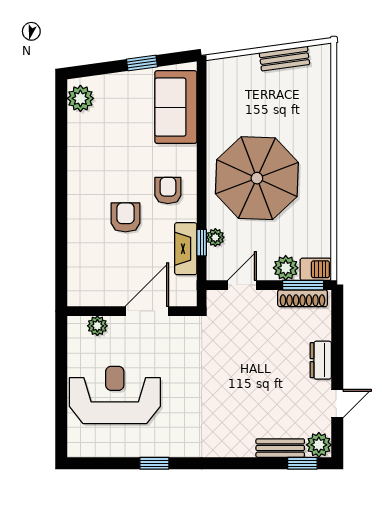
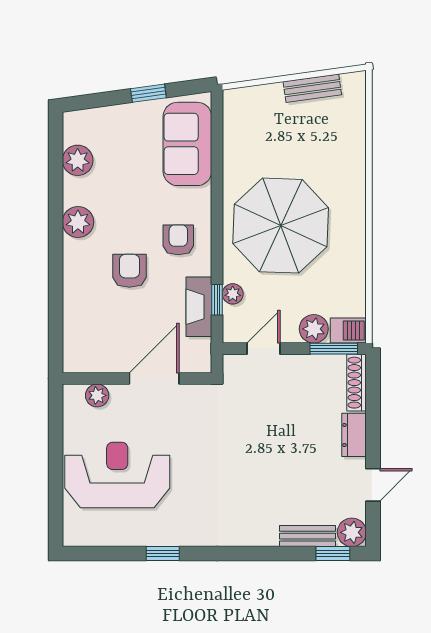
plant: (80, 98) -> (78, 160), moved
plant: (81, 175) -> (78, 222), added
shoe rack: (302, 298) -> (357, 383), moved, turned 90

